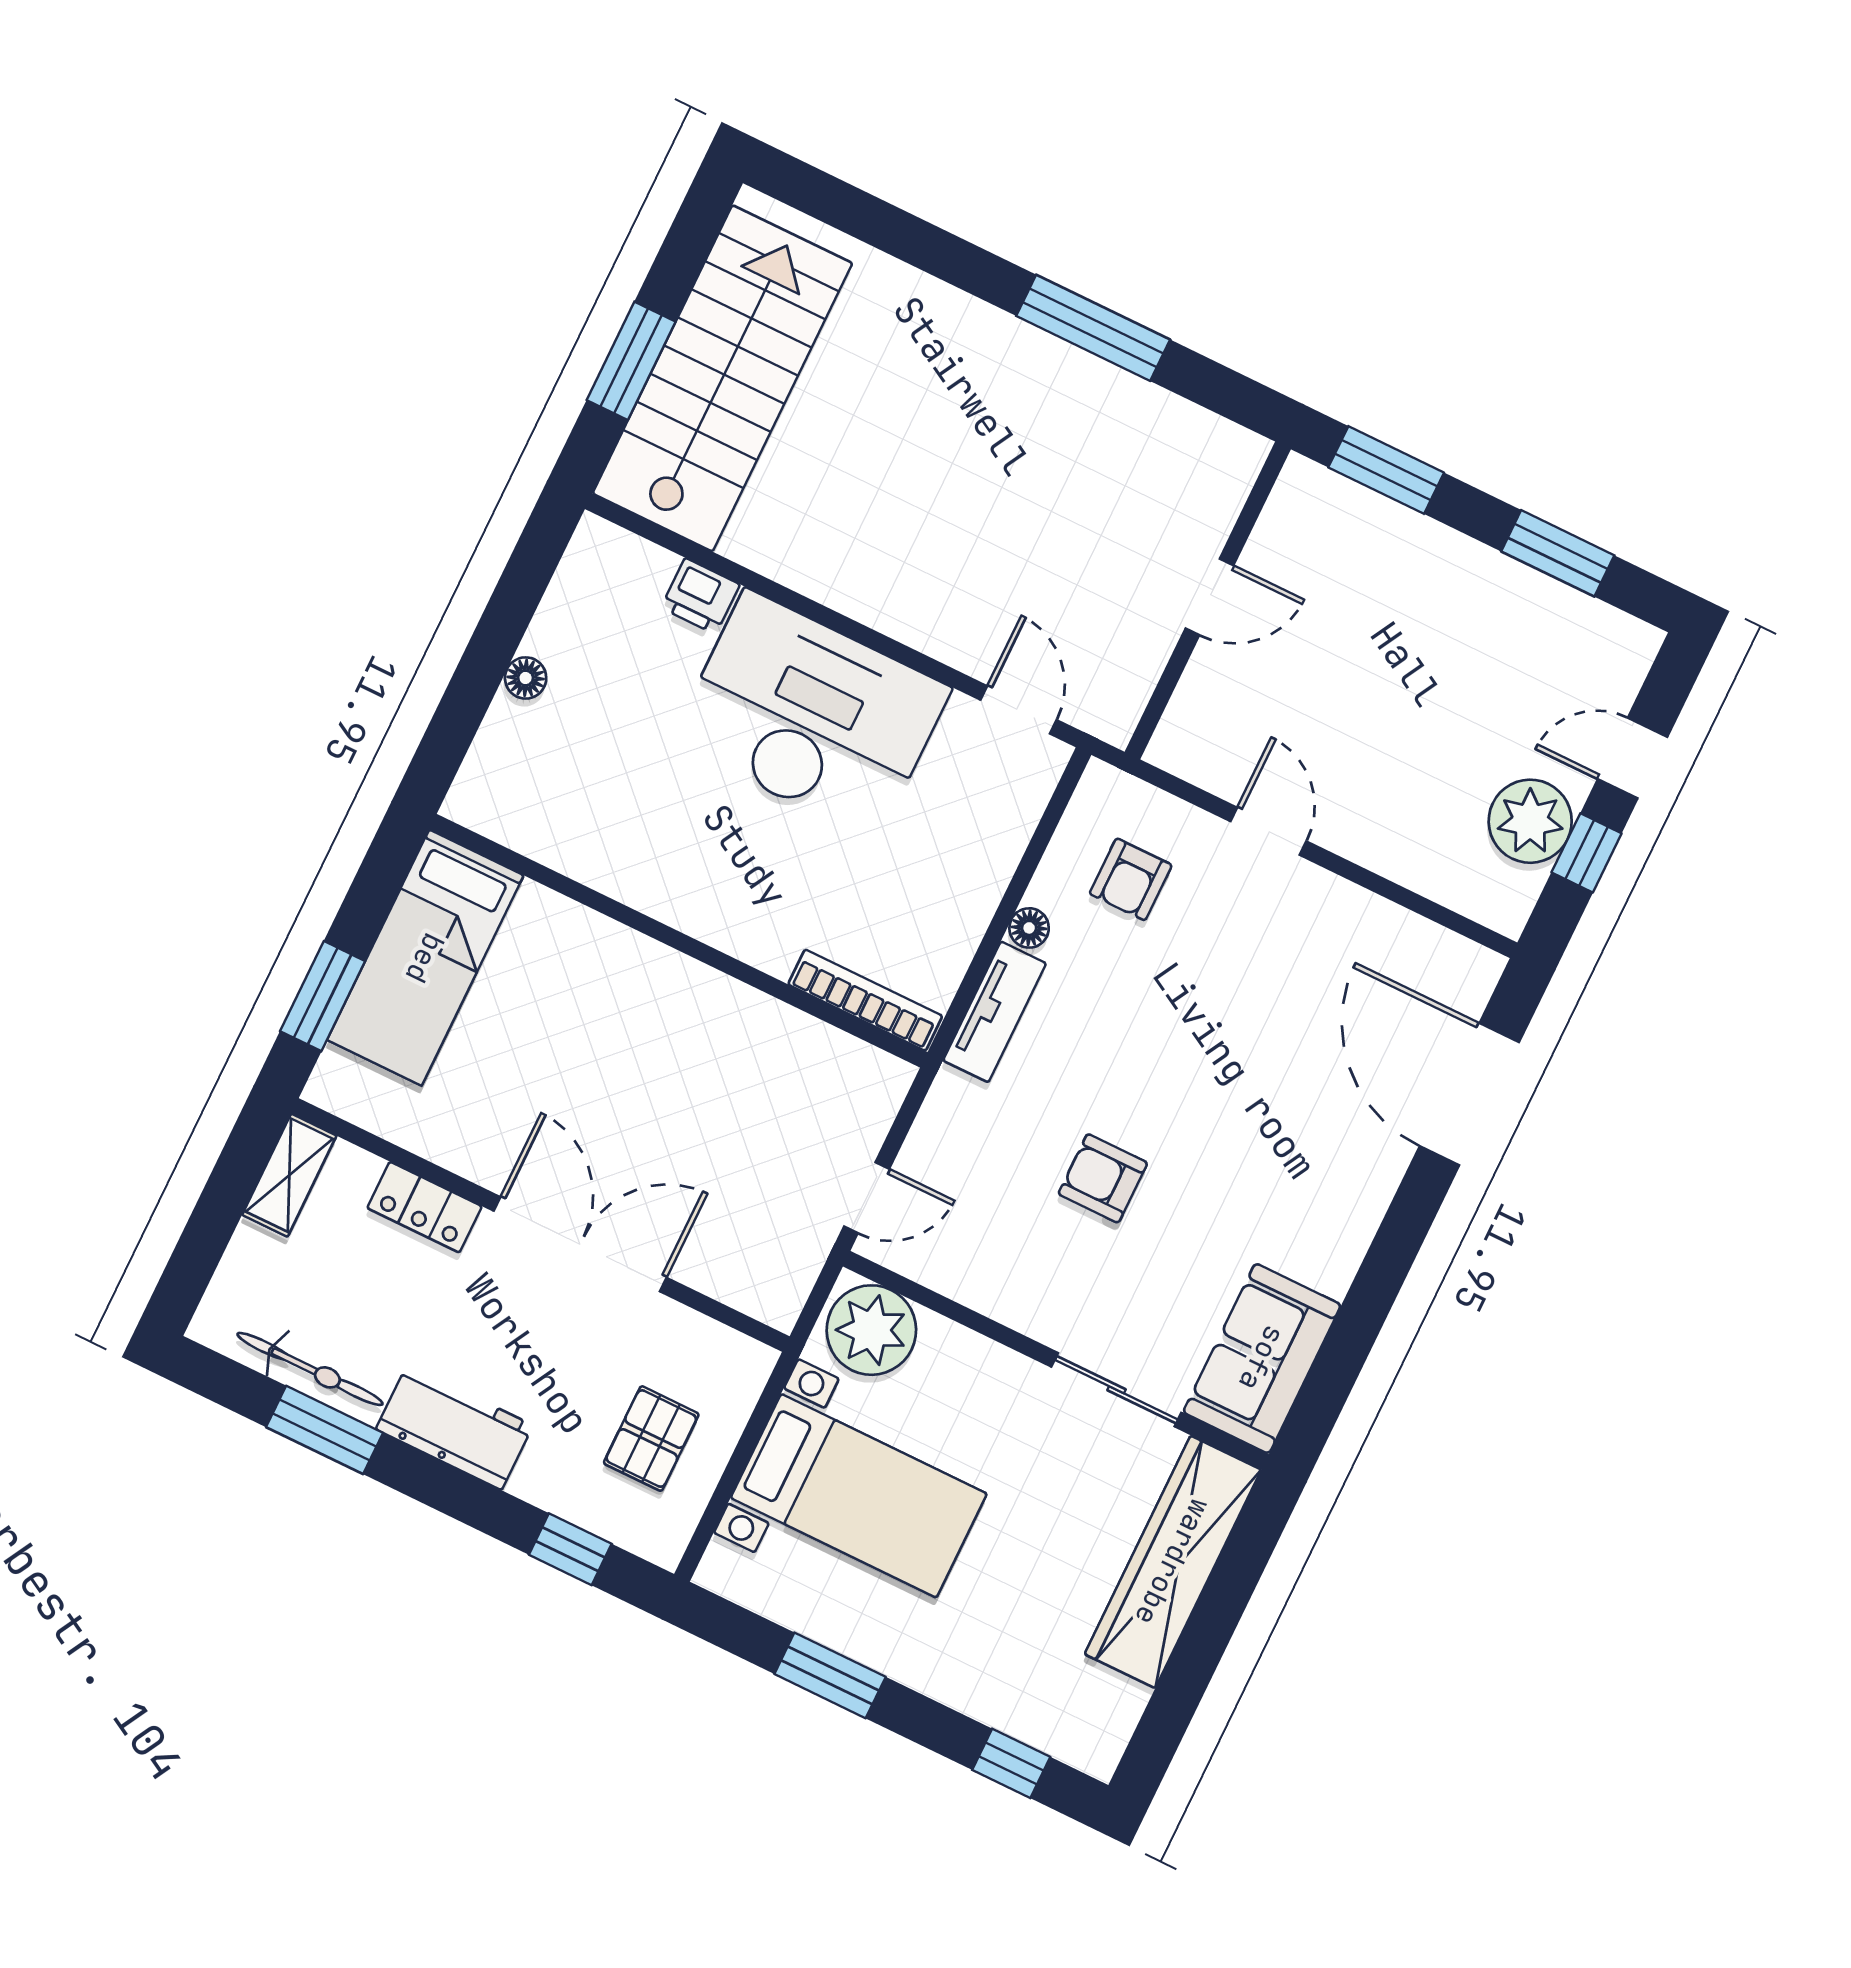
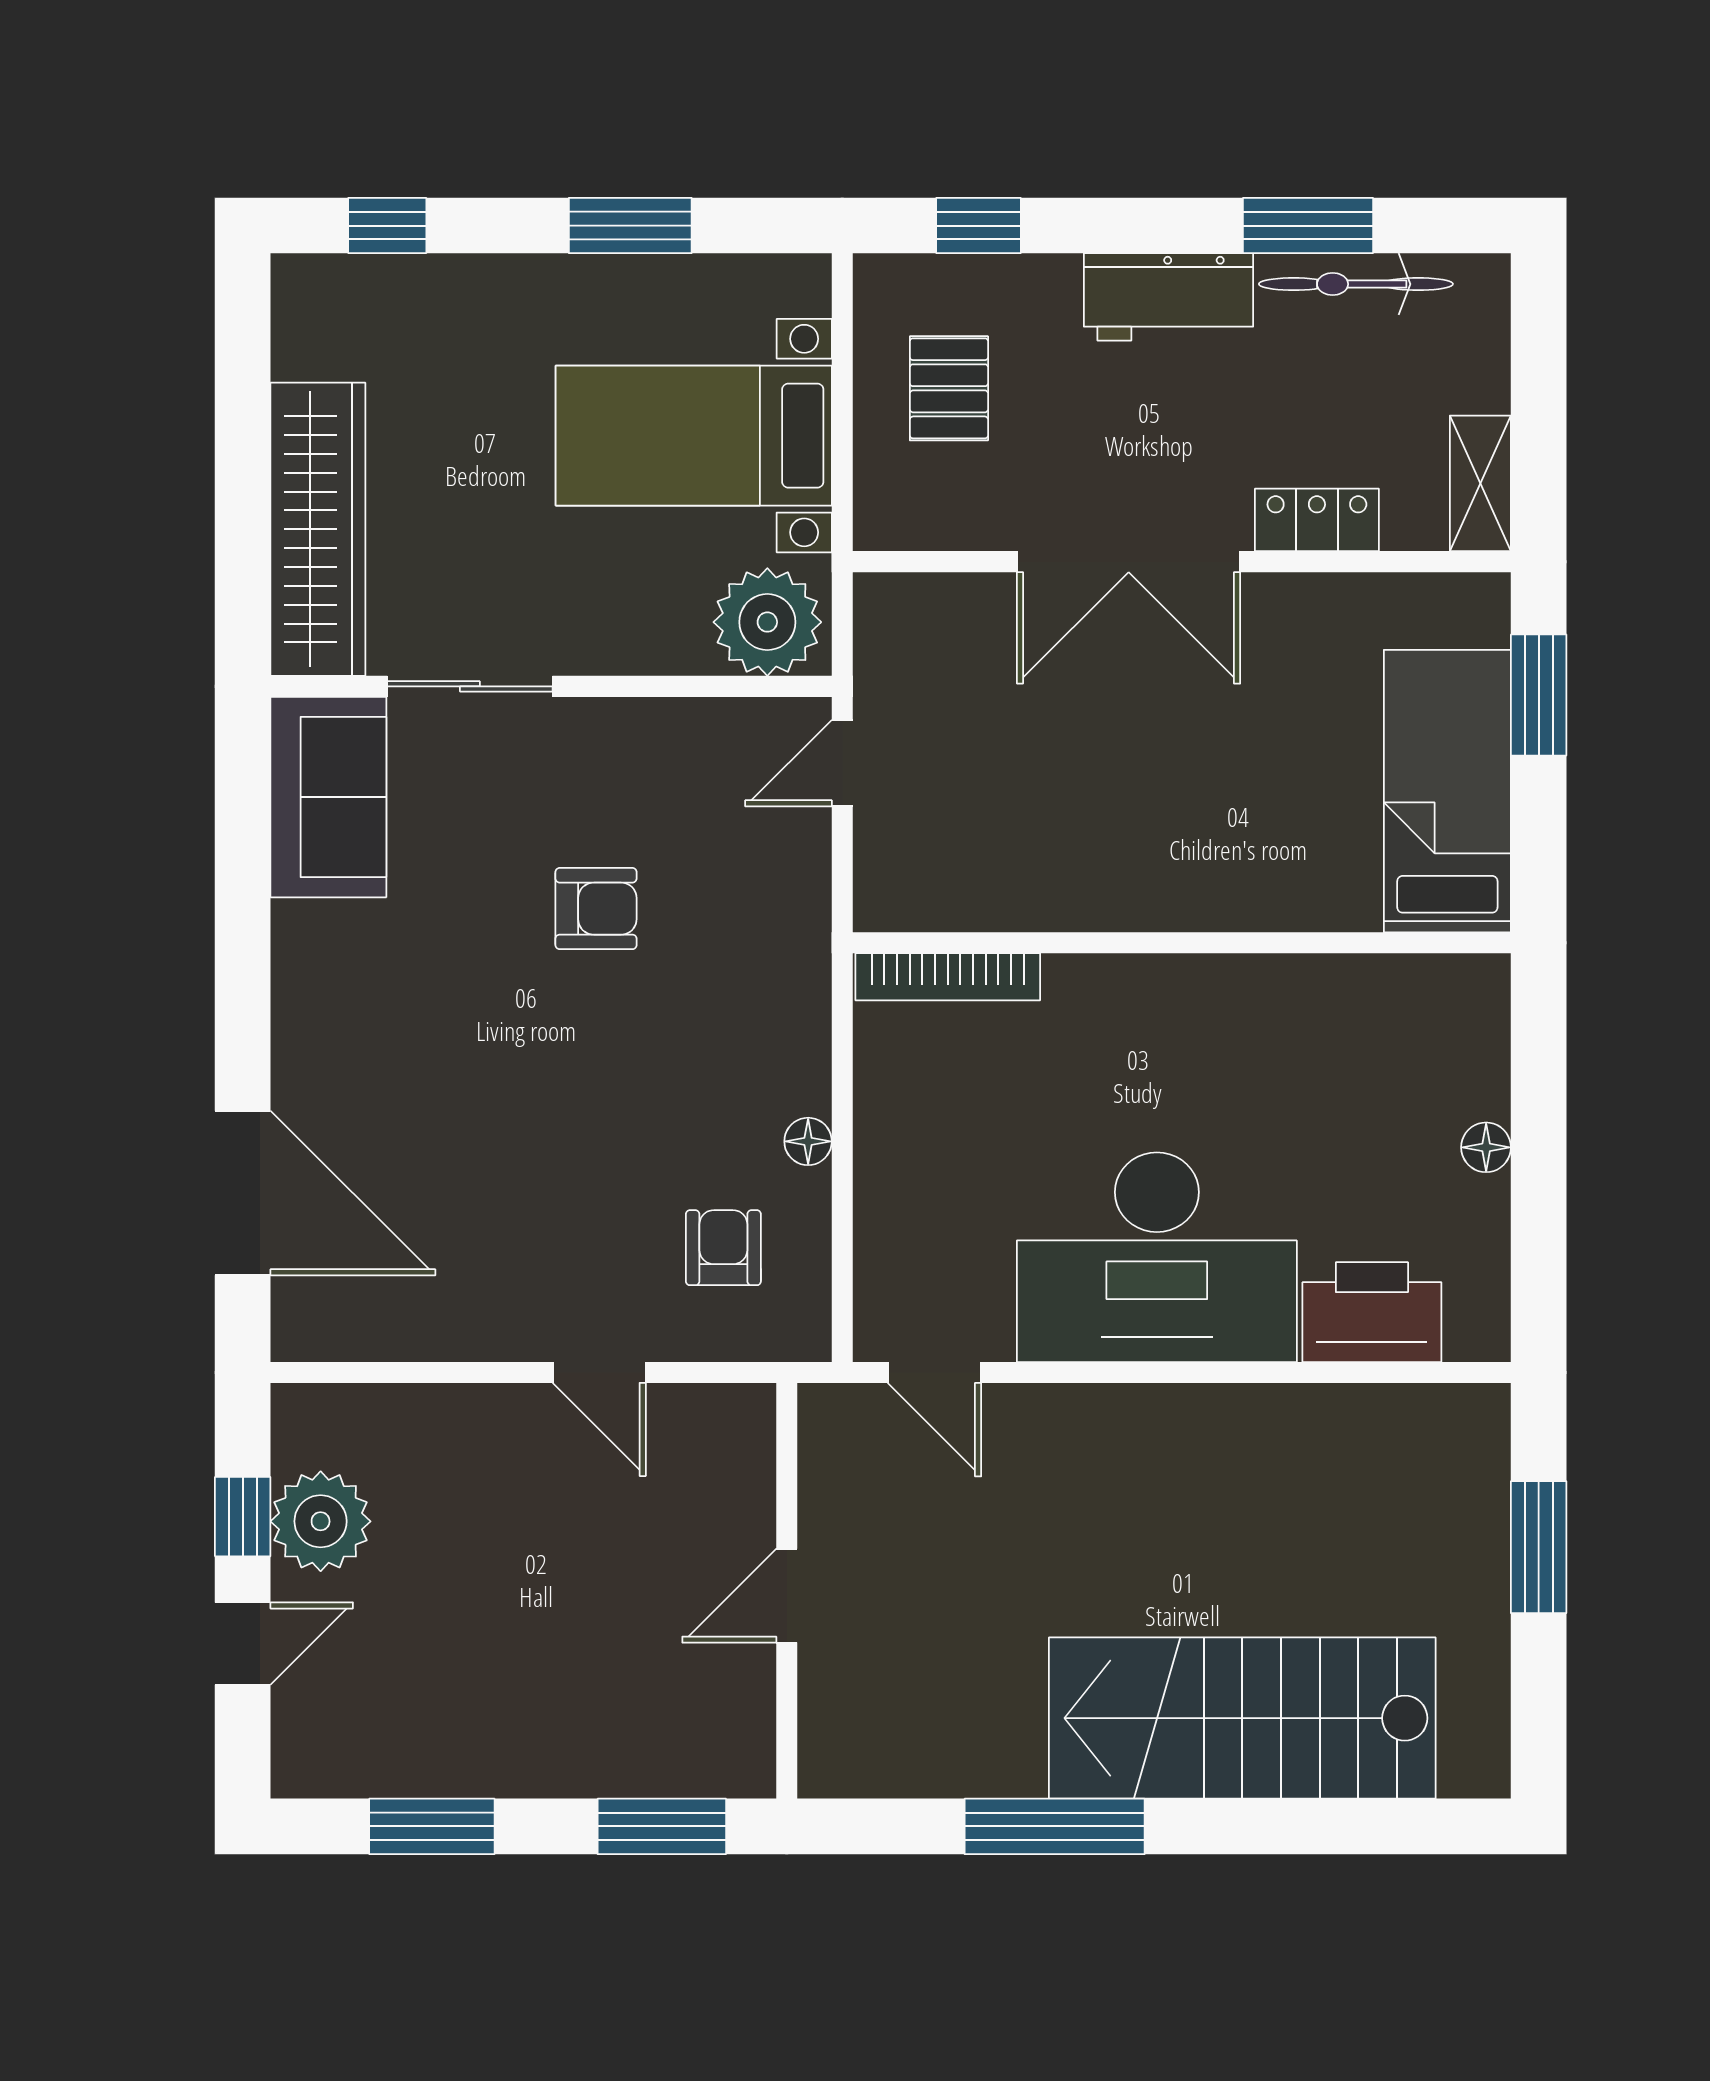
stairs: (722, 378) -> (1242, 1718), moved, turned 90
printer: (700, 596) -> (1372, 1312), width x1.87, depth x1.48
tv unit: (995, 1012) -> (801, 1032), removed

